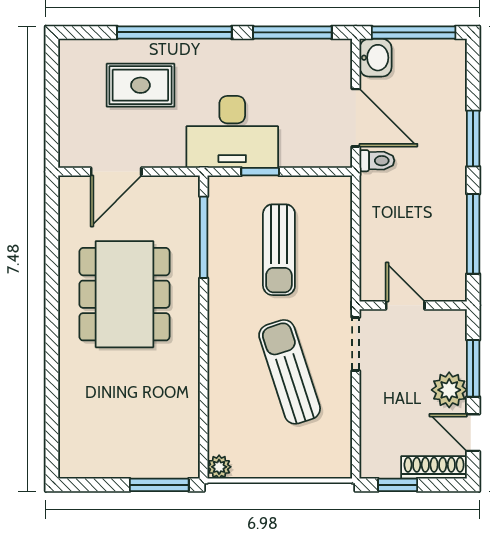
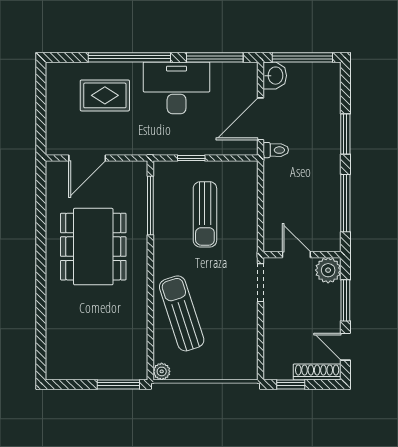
door: (356, 118) -> (261, 119), swing flipped
desk: (232, 132) -> (177, 88), moved, turned 180
sun lounger: (290, 372) -> (182, 313), moved
plant: (449, 390) -> (328, 270), moved

